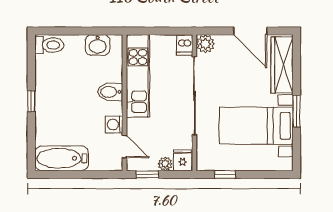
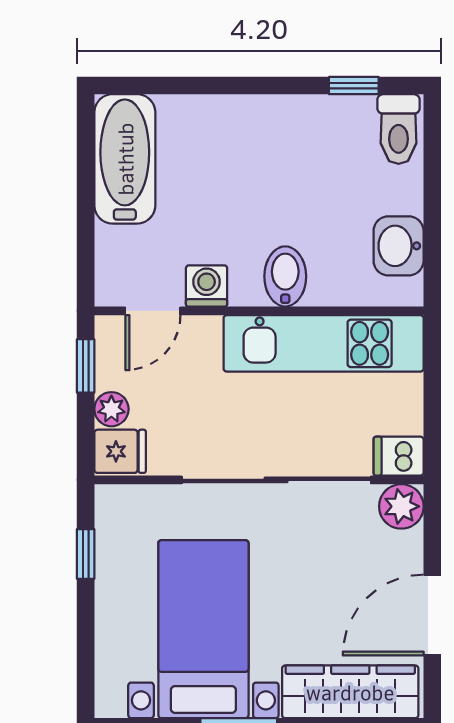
window: (31, 101) -> (354, 86), moved

